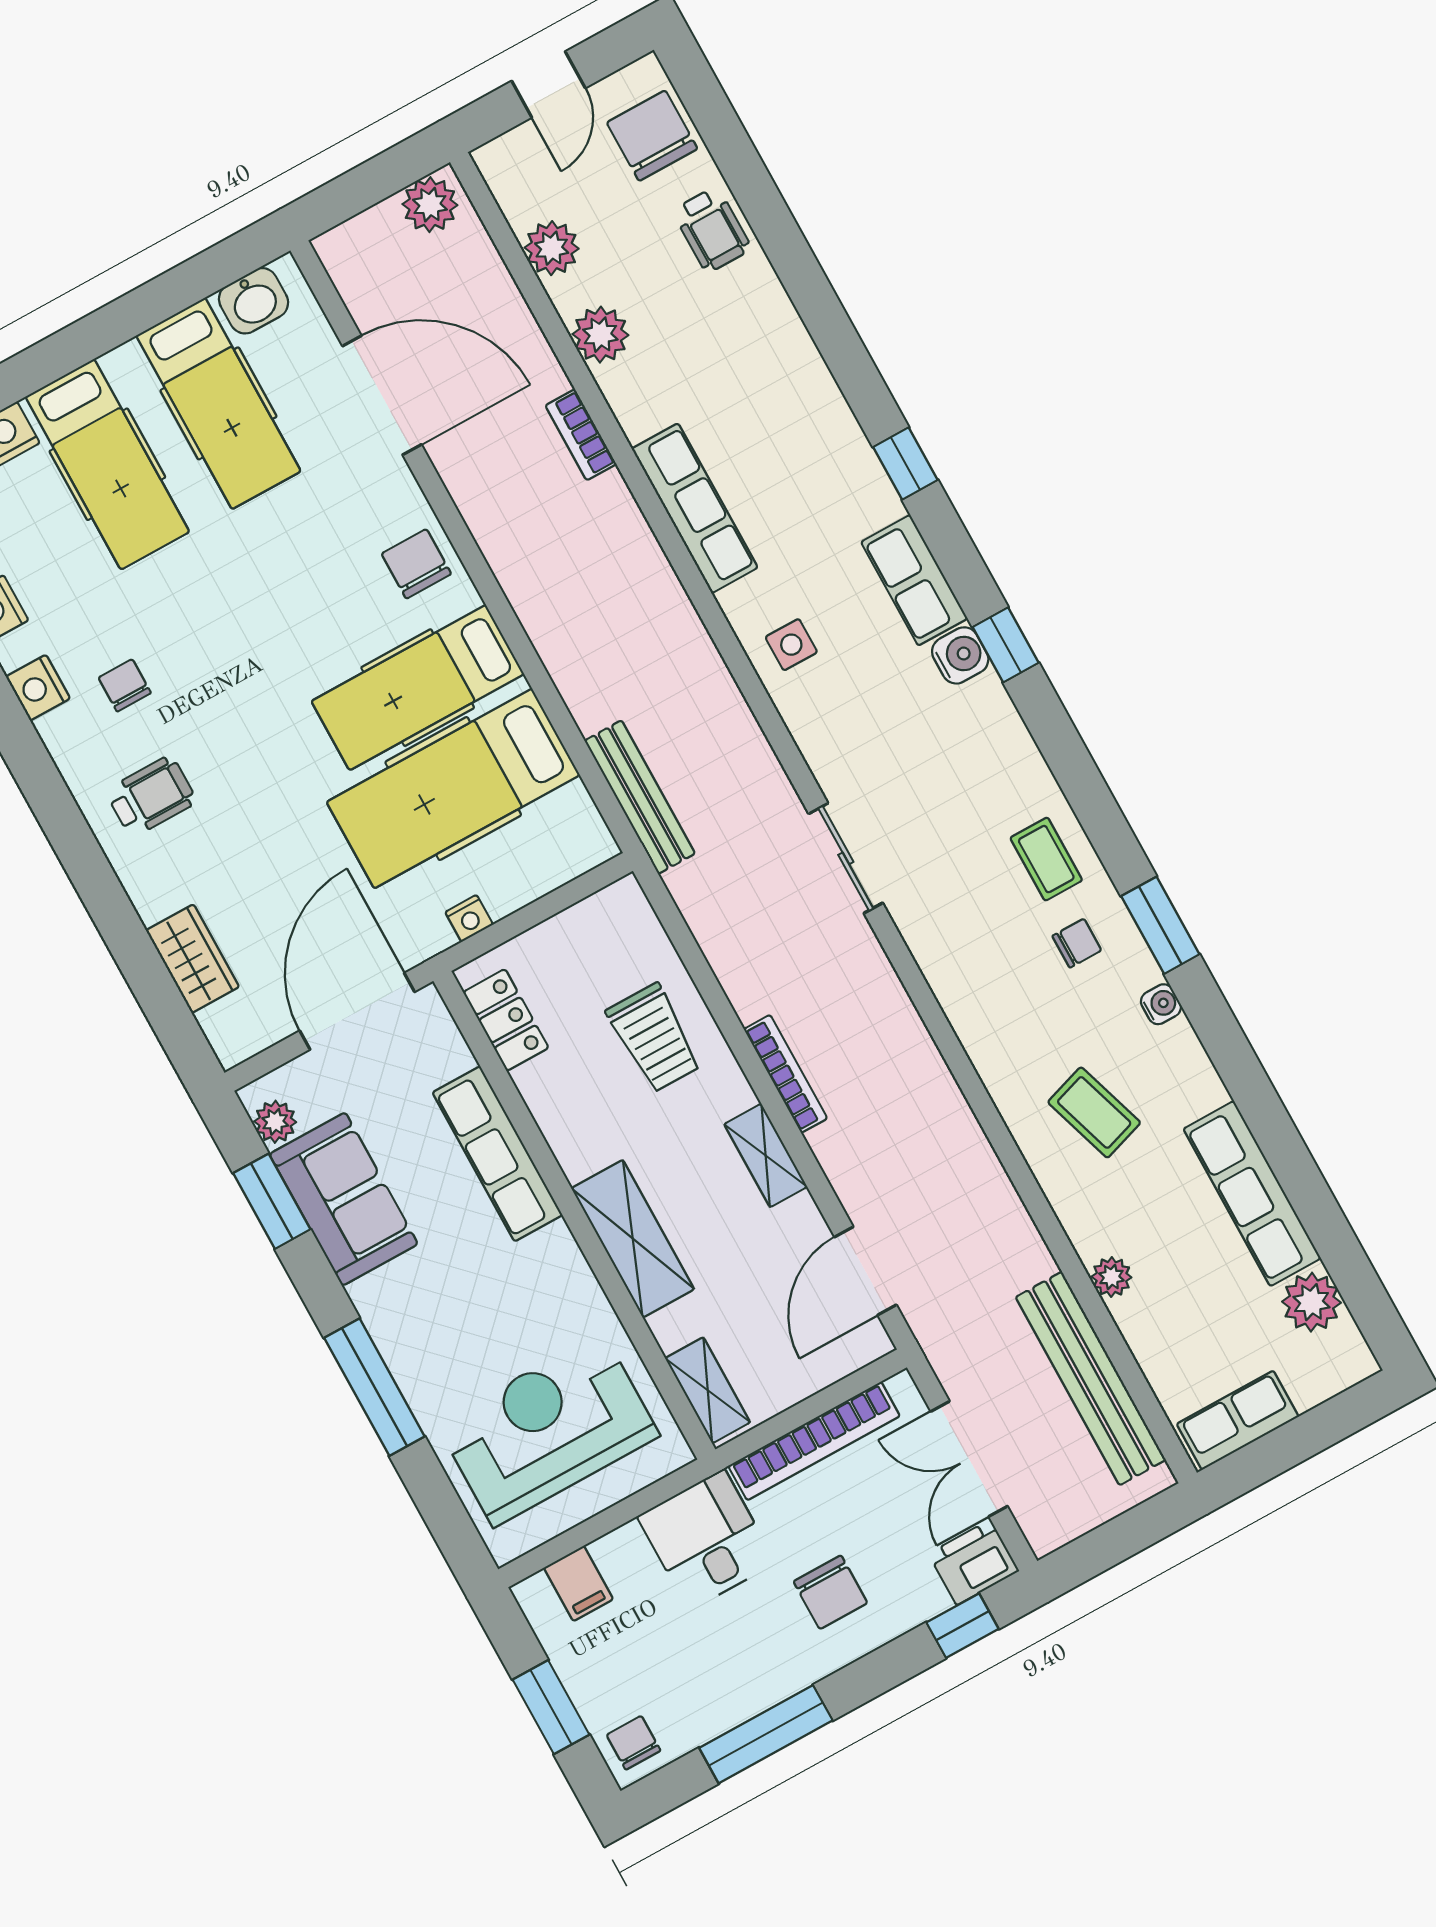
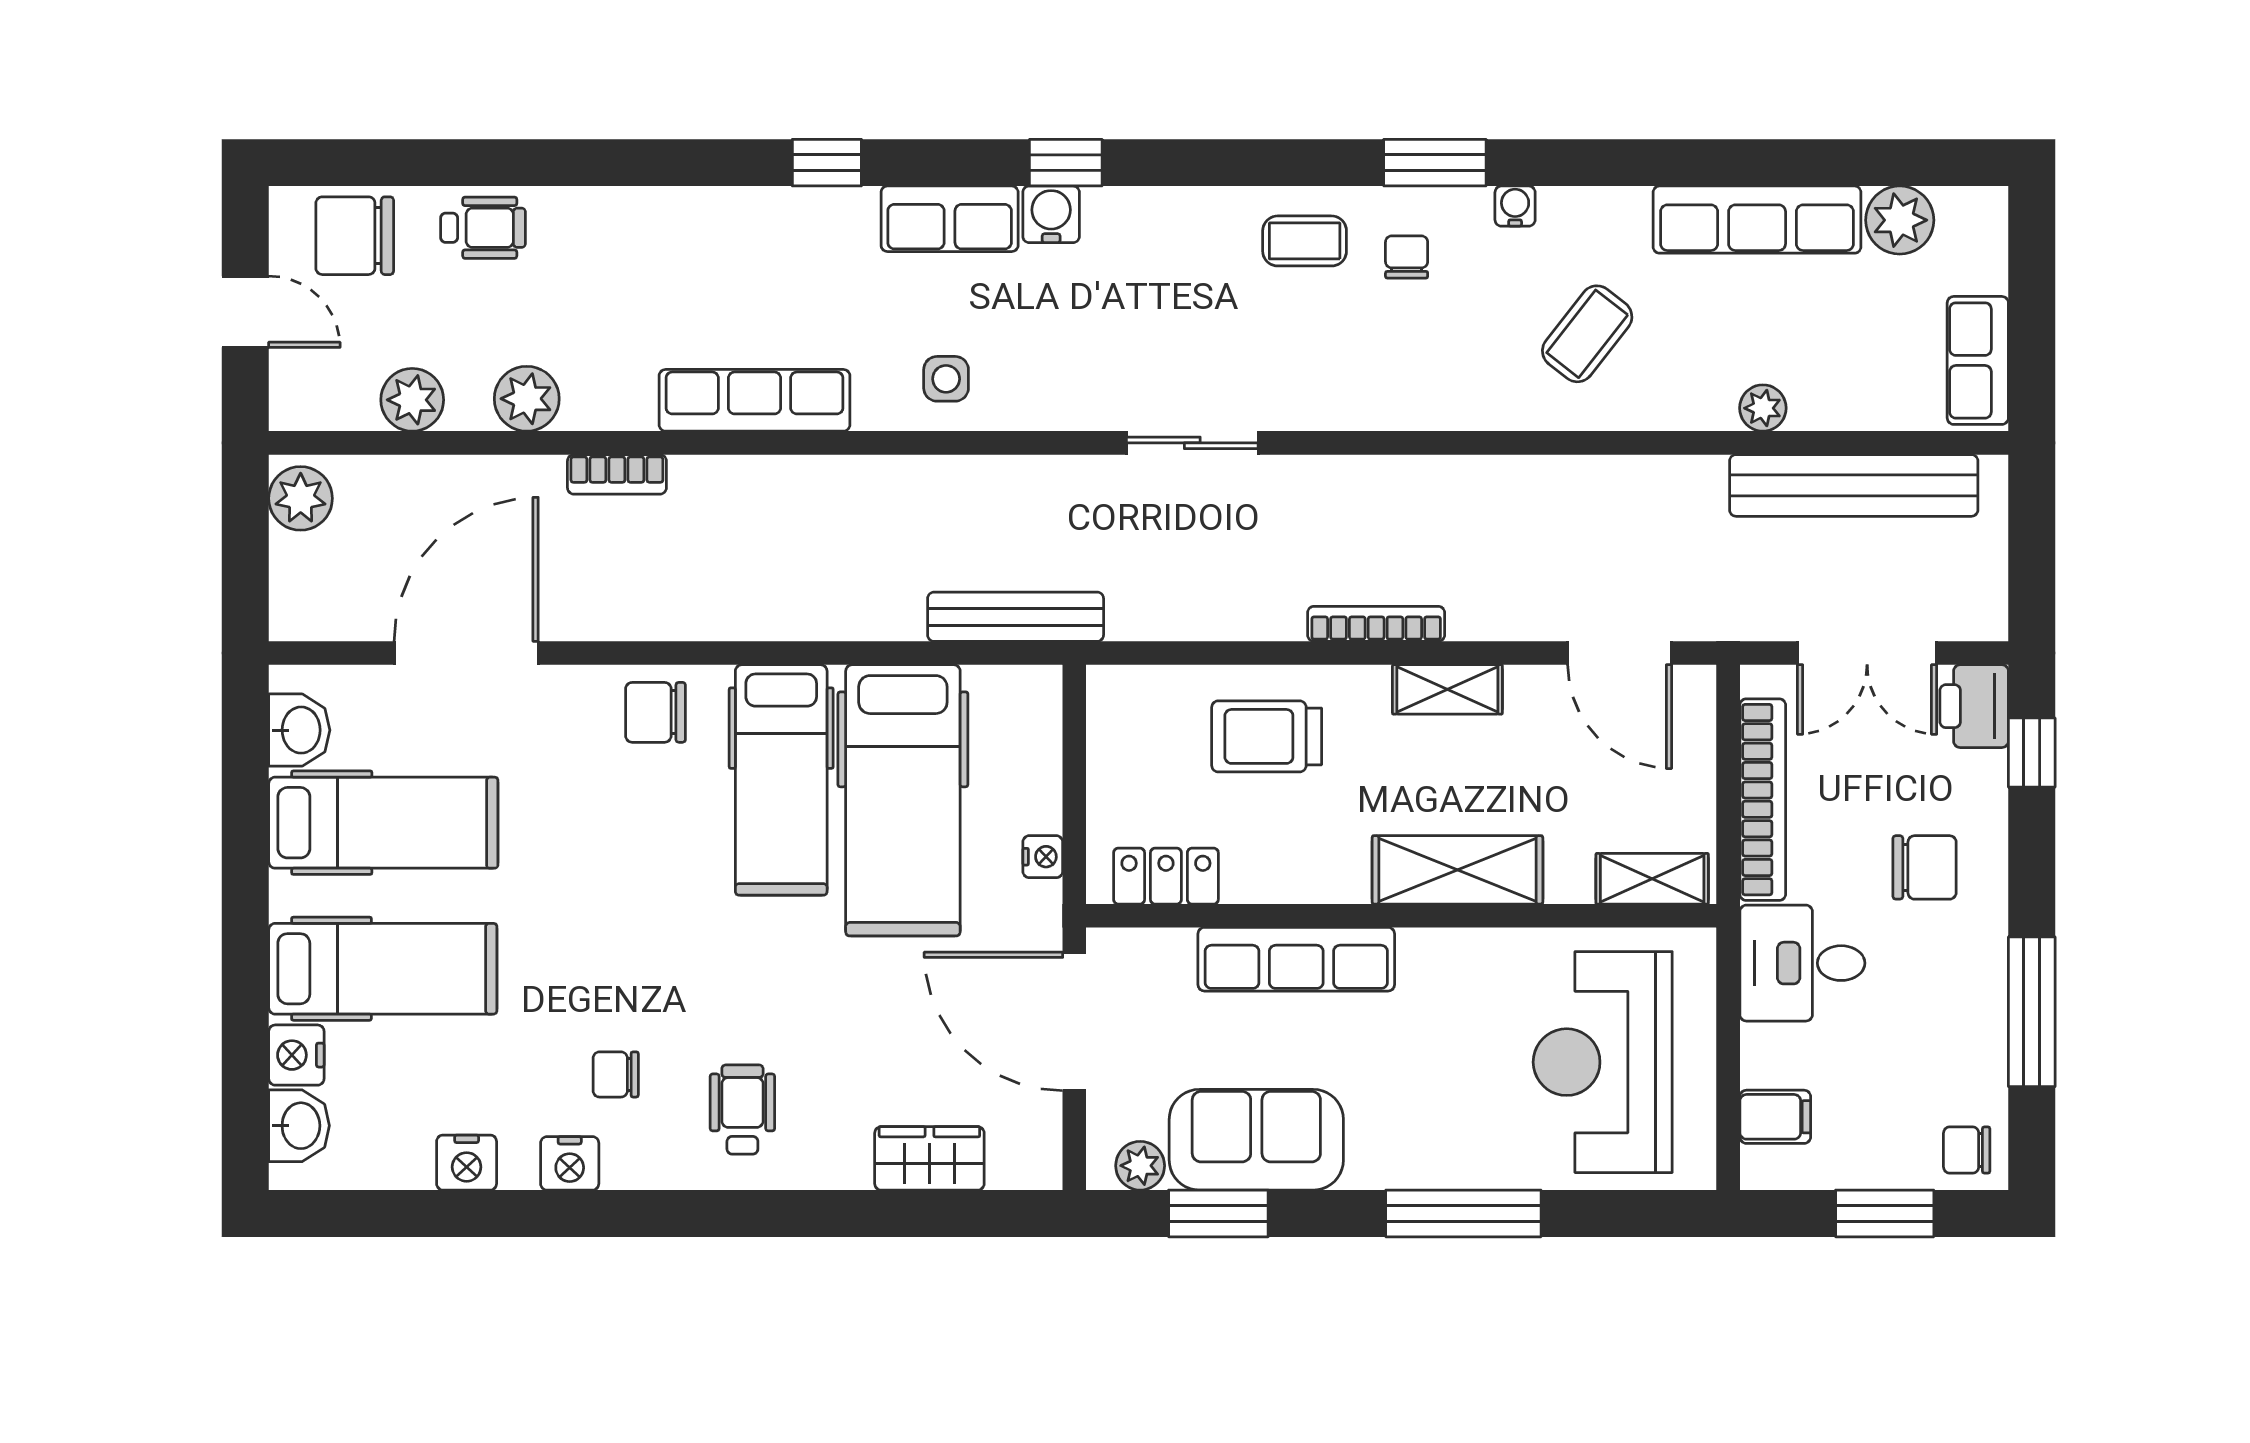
trolley: (654, 1038) -> (1267, 736), turned 180
coffee table: (1094, 1112) -> (1587, 334), turned -34

